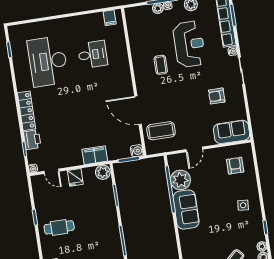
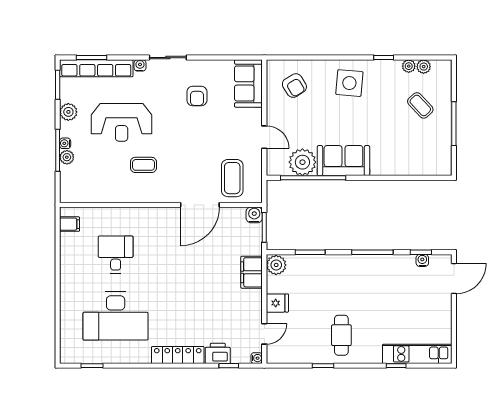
reception desk: (189, 44) -> (122, 122), turned 180
armchair: (235, 166) -> (294, 86), turned -122
side table: (243, 205) -> (349, 83), width x1.87, depth x1.87

